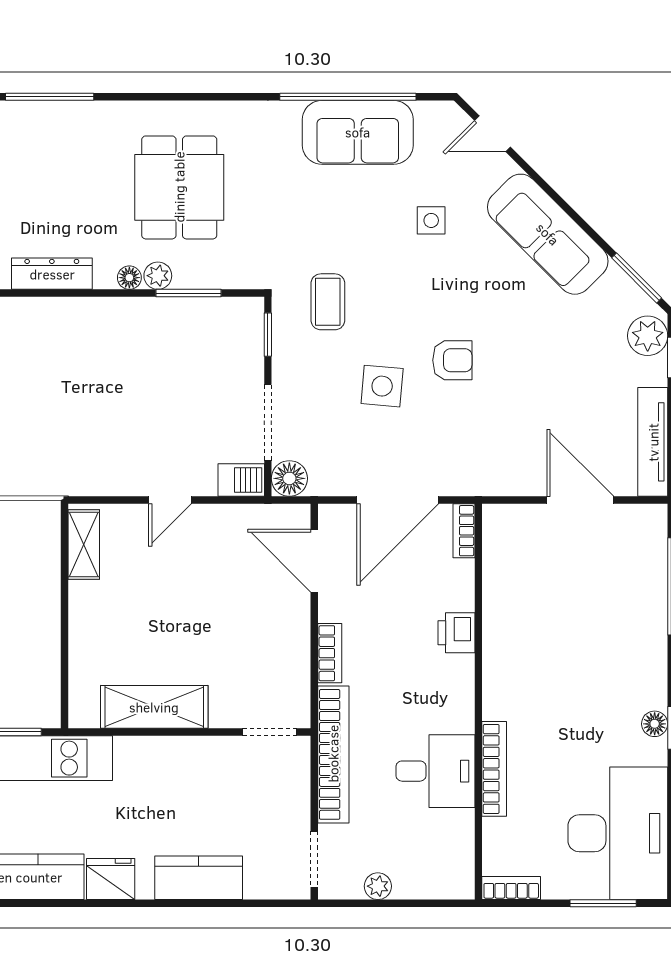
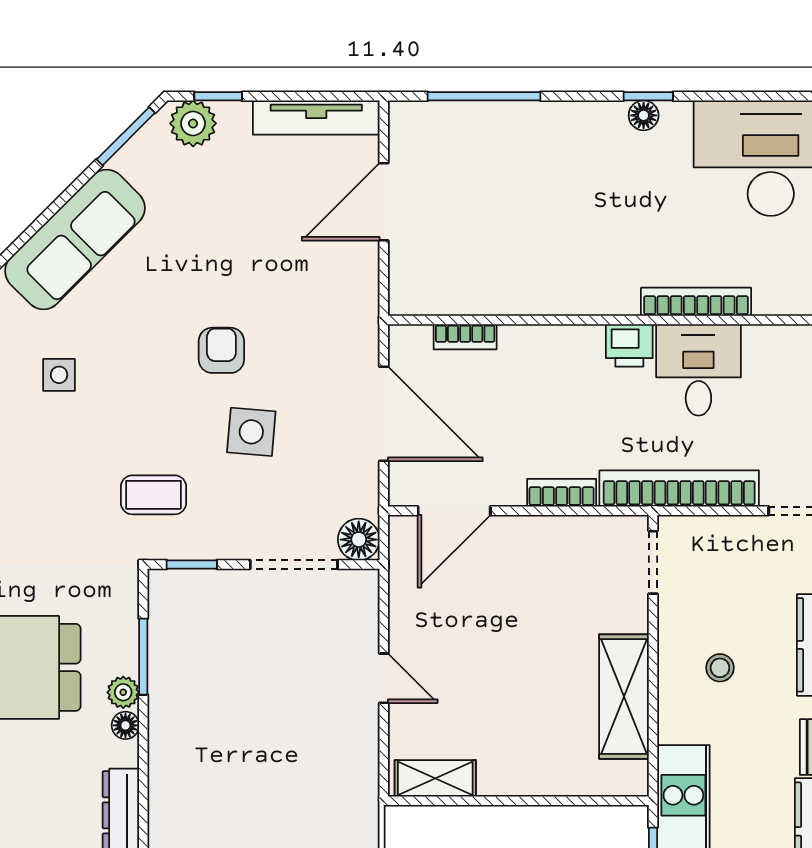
barbecue: (241, 480) -> (360, 596), removed
bookcase: (464, 531) -> (465, 337), moved
printer: (457, 633) -> (629, 345), moved
stool: (179, 790) -> (720, 668), added

